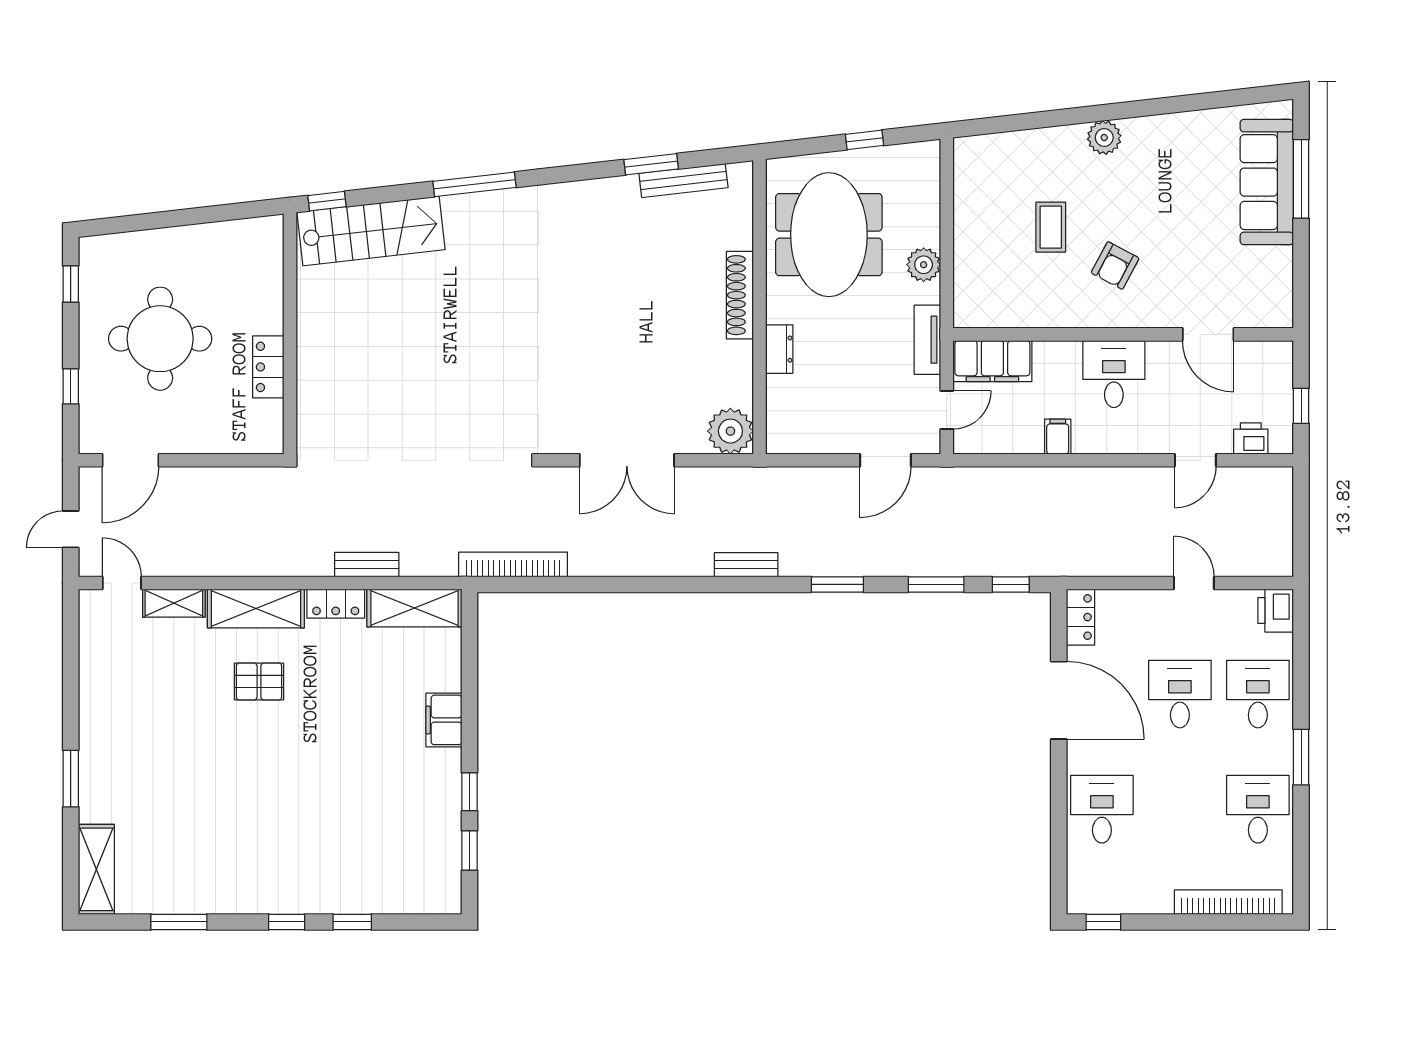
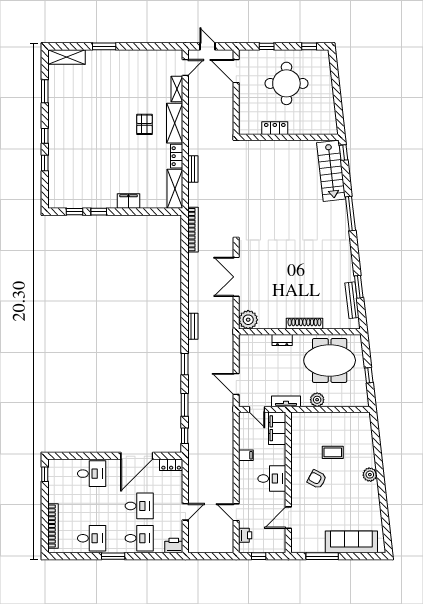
window: (1301, 179) -> (322, 556), moved

